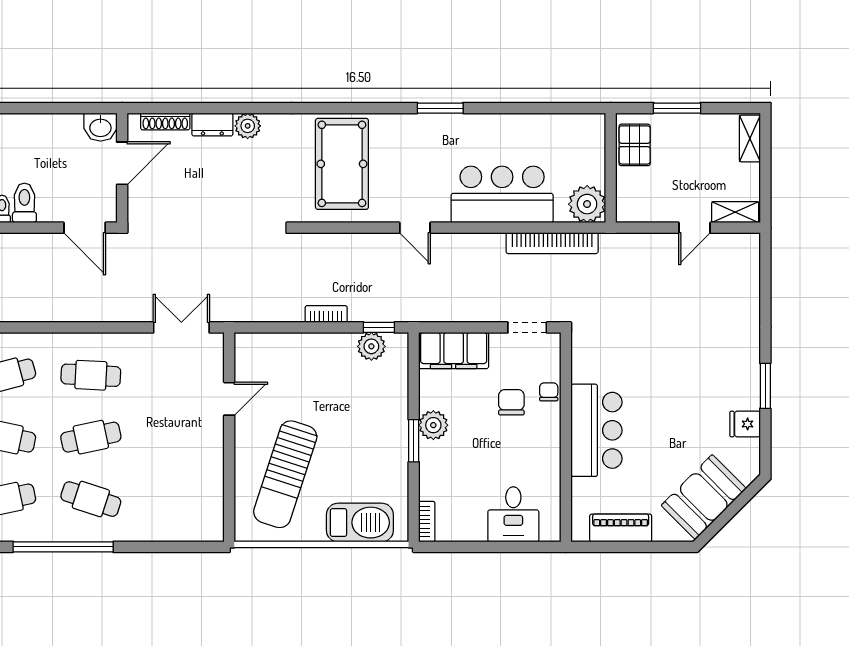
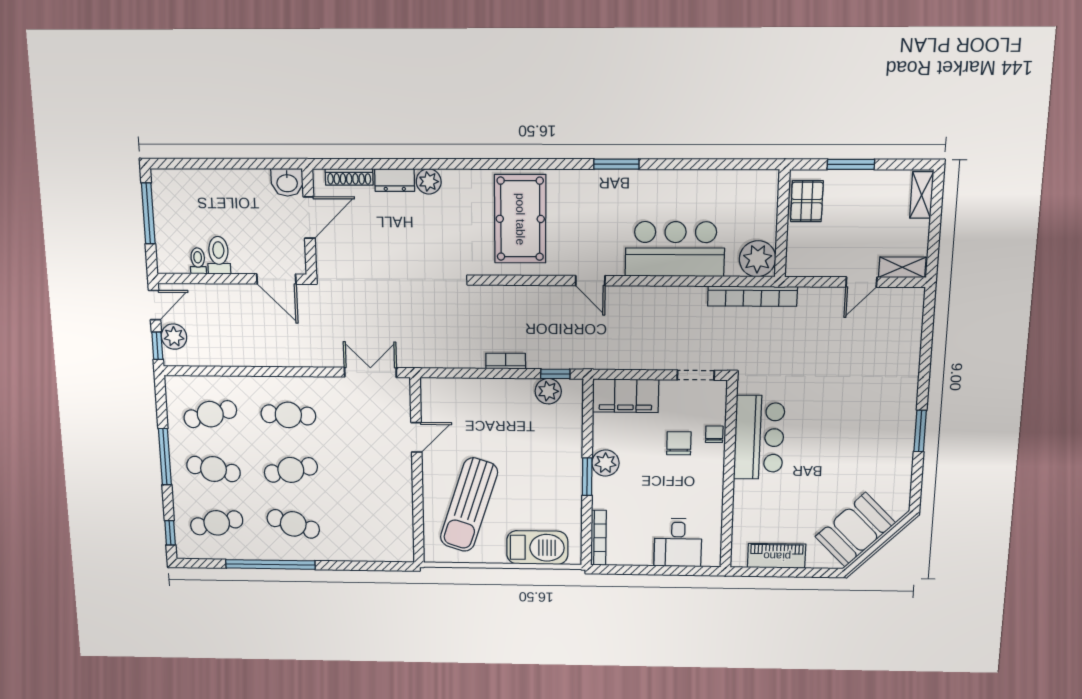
bookcase: (552, 243) -> (752, 296), moved
fridge: (745, 424) -> (898, 465), removed
bar counter: (596, 430) -> (759, 437), moved
bookcase: (427, 522) -> (598, 538), width x1.56

